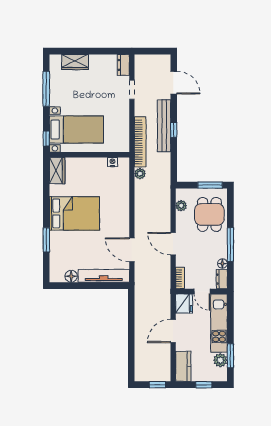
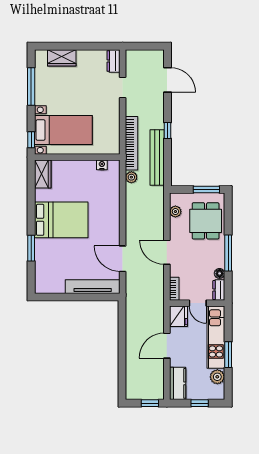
bench: (164, 126) -> (157, 158), moved
floor lamp: (71, 276) -> (58, 287), removed
window: (230, 356) -> (228, 355), moved

